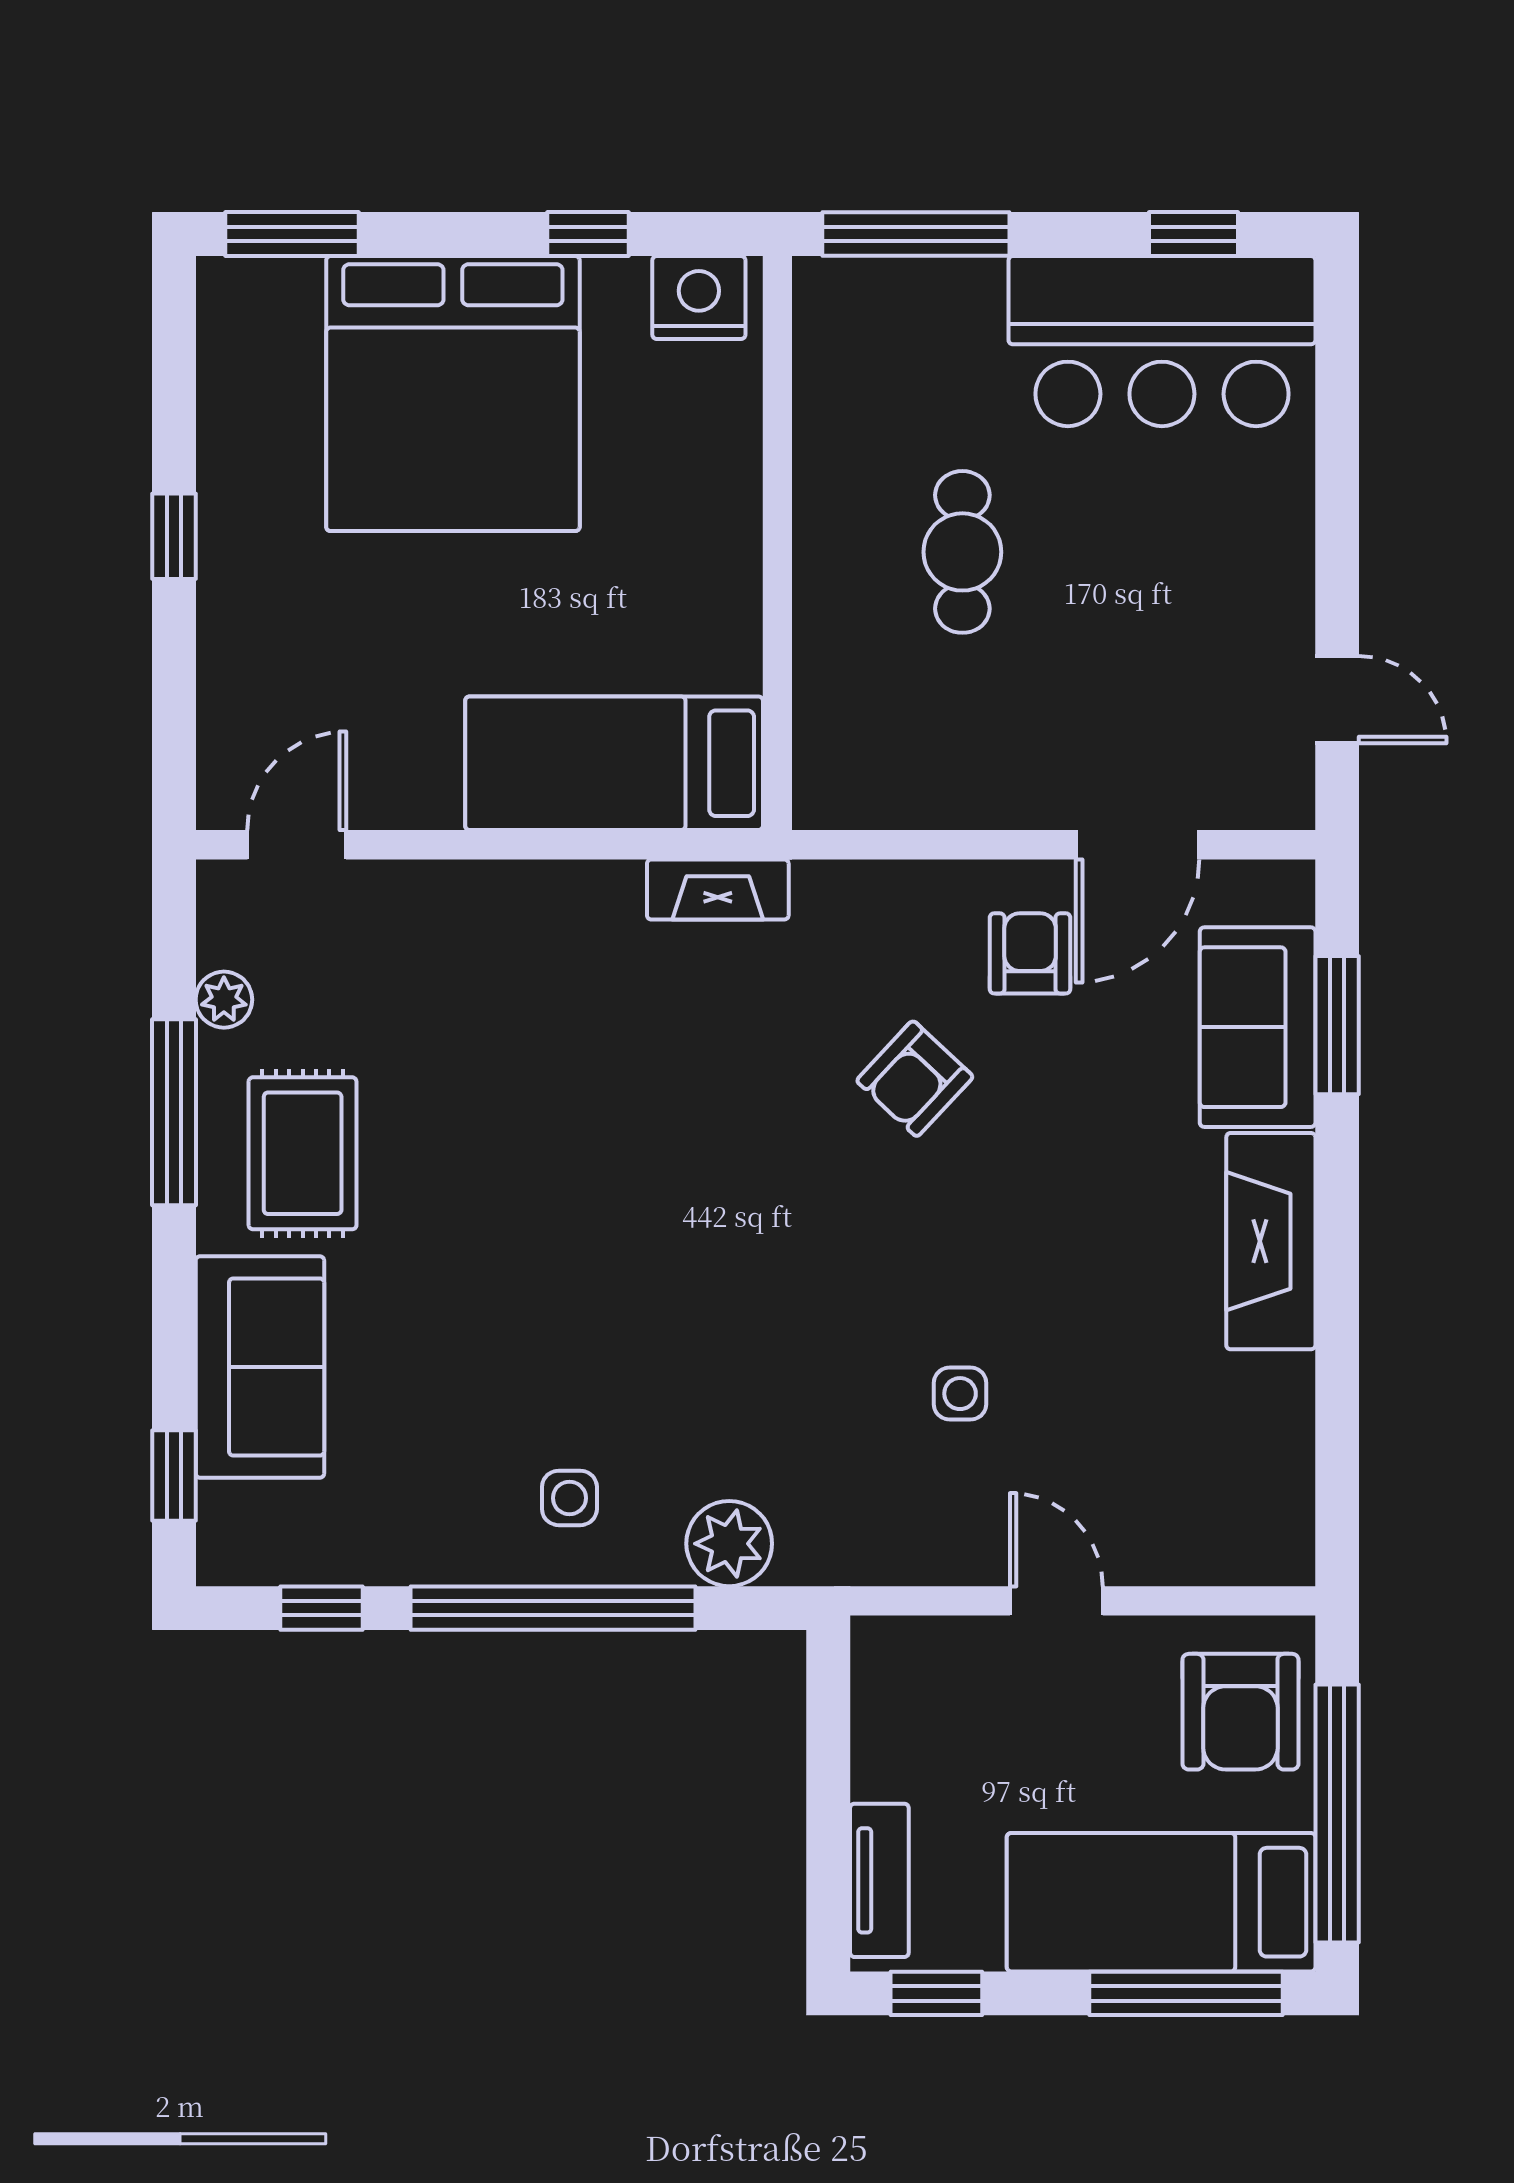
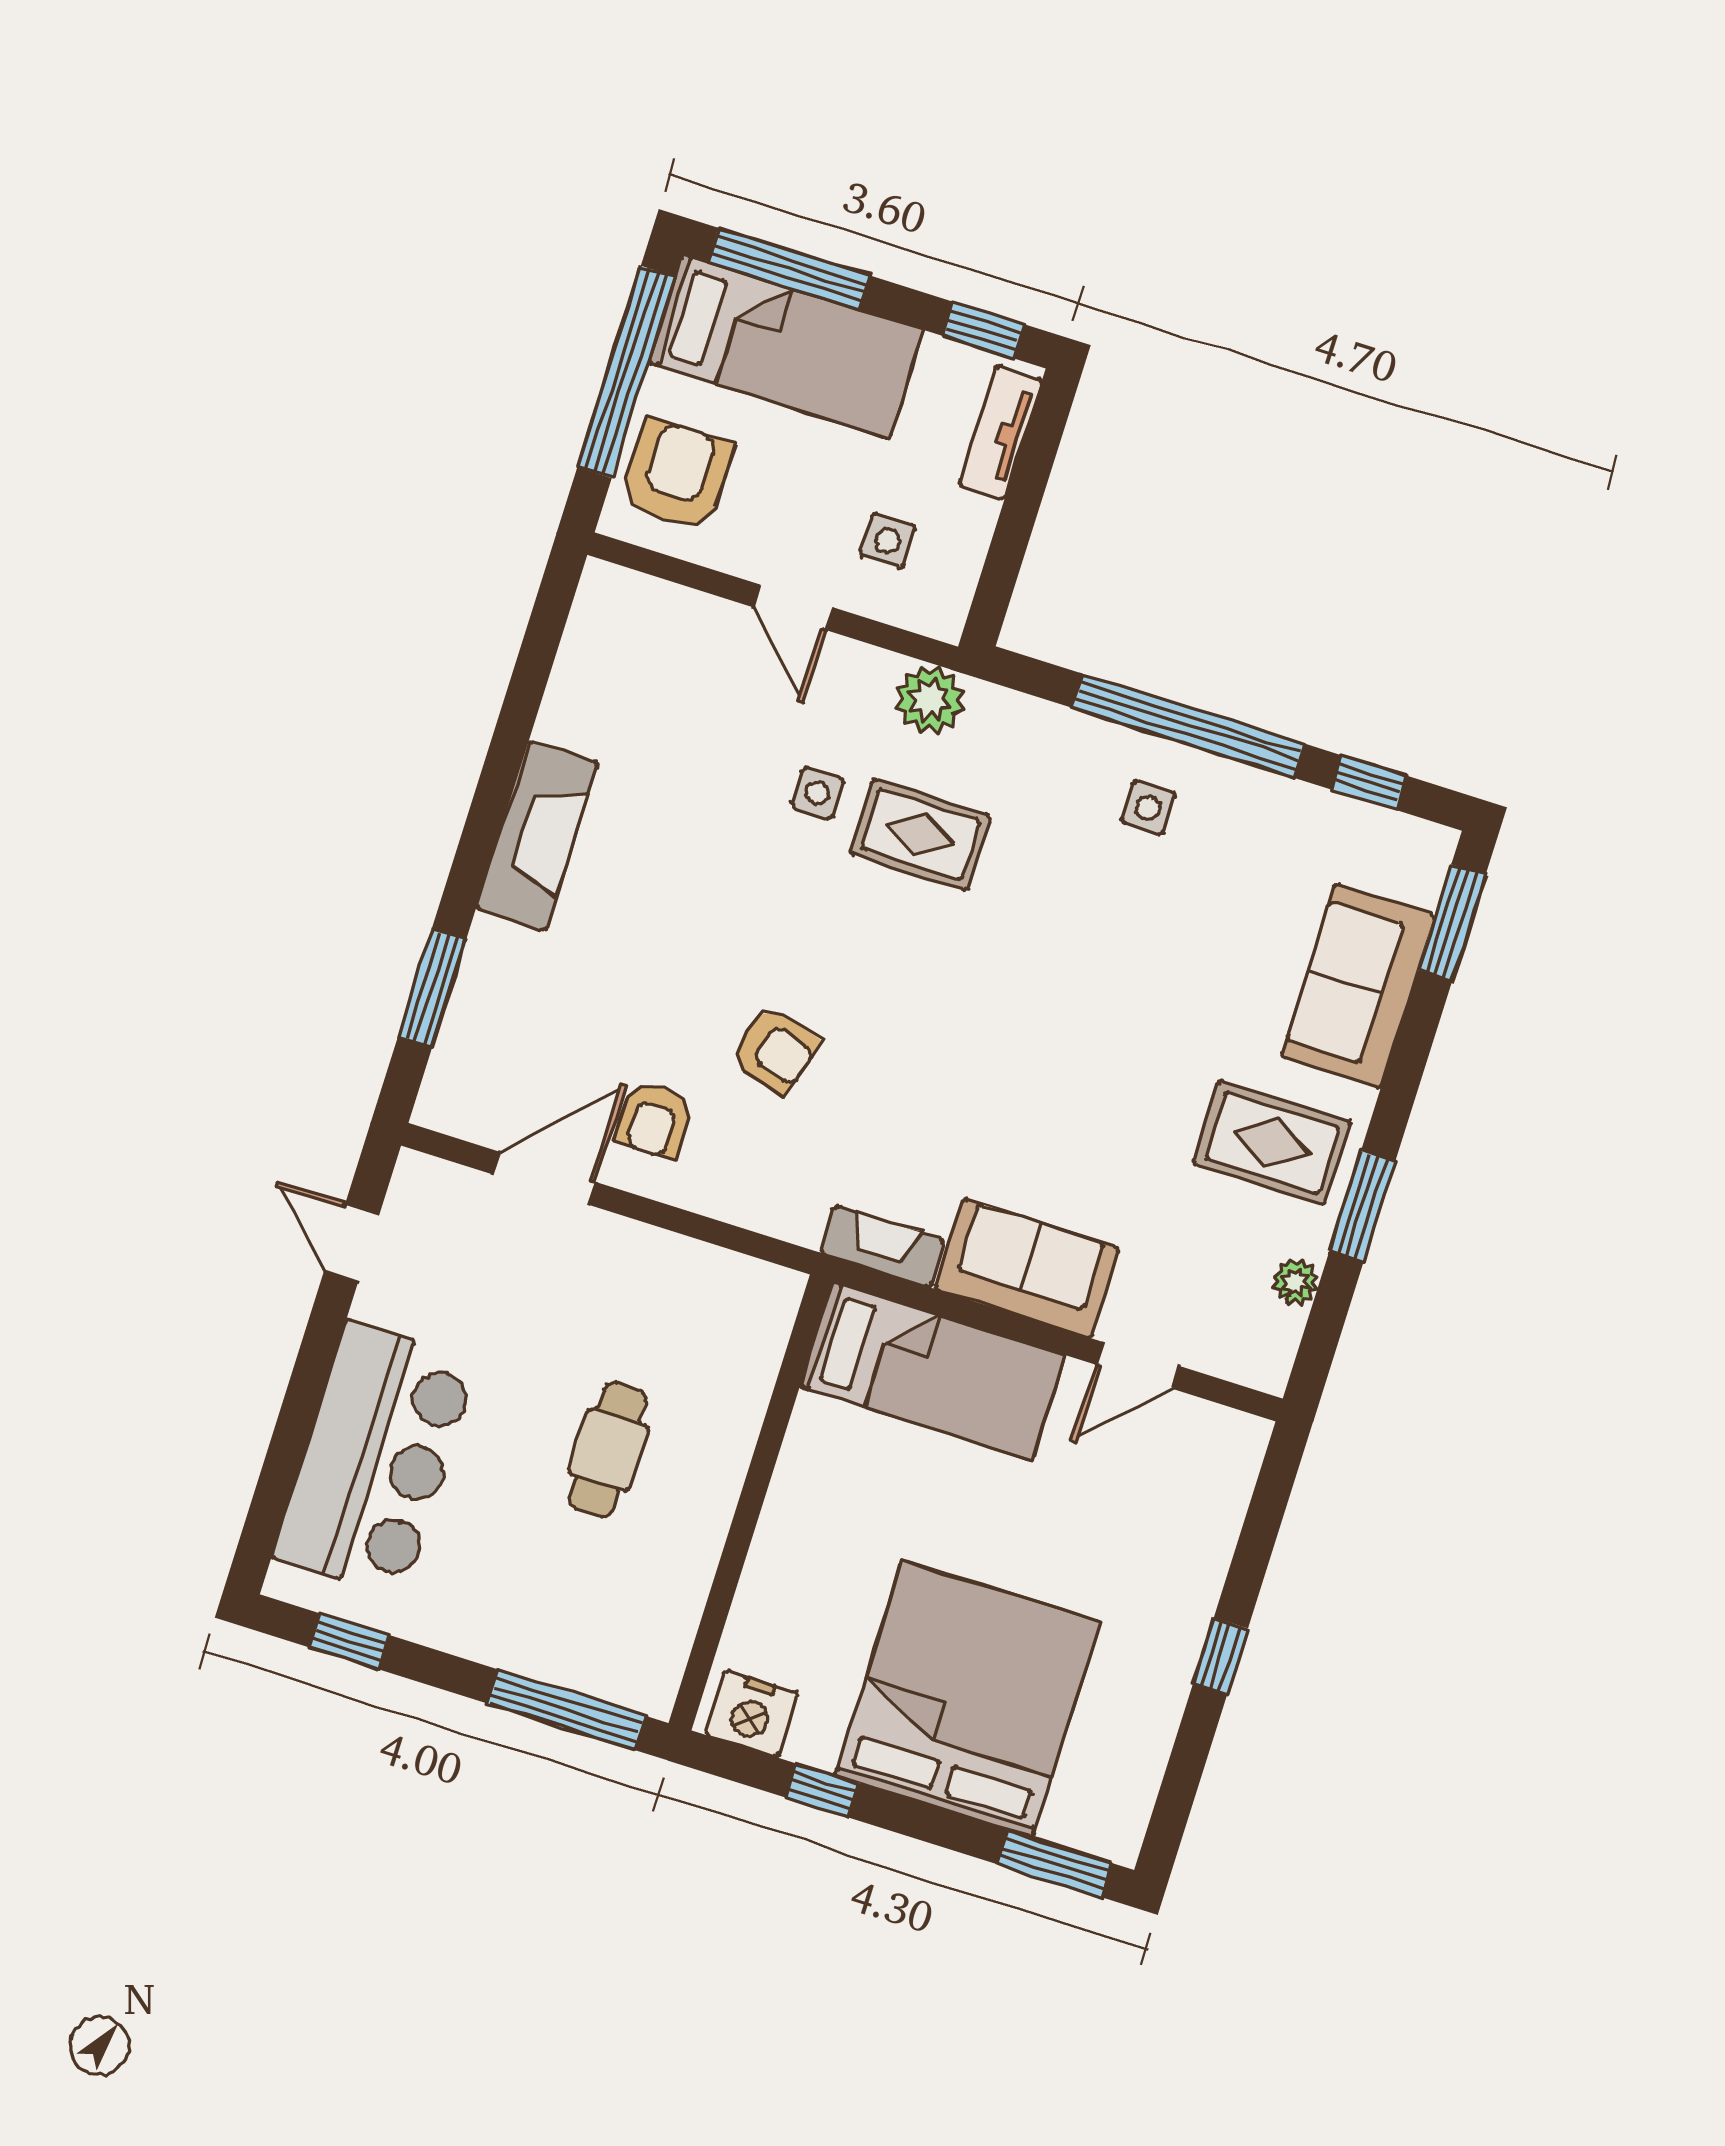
bar counter: (1162, 341) -> (375, 1459), moved, turned 90
door: (297, 845) -> (1138, 1365), moved
sofa: (1258, 1027) -> (1027, 1268), moved, turned -90
armchair: (915, 1079) -> (775, 1050), turned 64
window: (174, 1112) -> (1362, 1206), width x0.69
rug: (303, 1153) -> (1272, 1143), turned 90
rug: (825, 1383) -> (920, 835), added
window: (174, 1475) -> (1452, 923), width x1.50
plant: (729, 1544) -> (930, 700), moved
side table: (971, 1713) -> (888, 541), added

